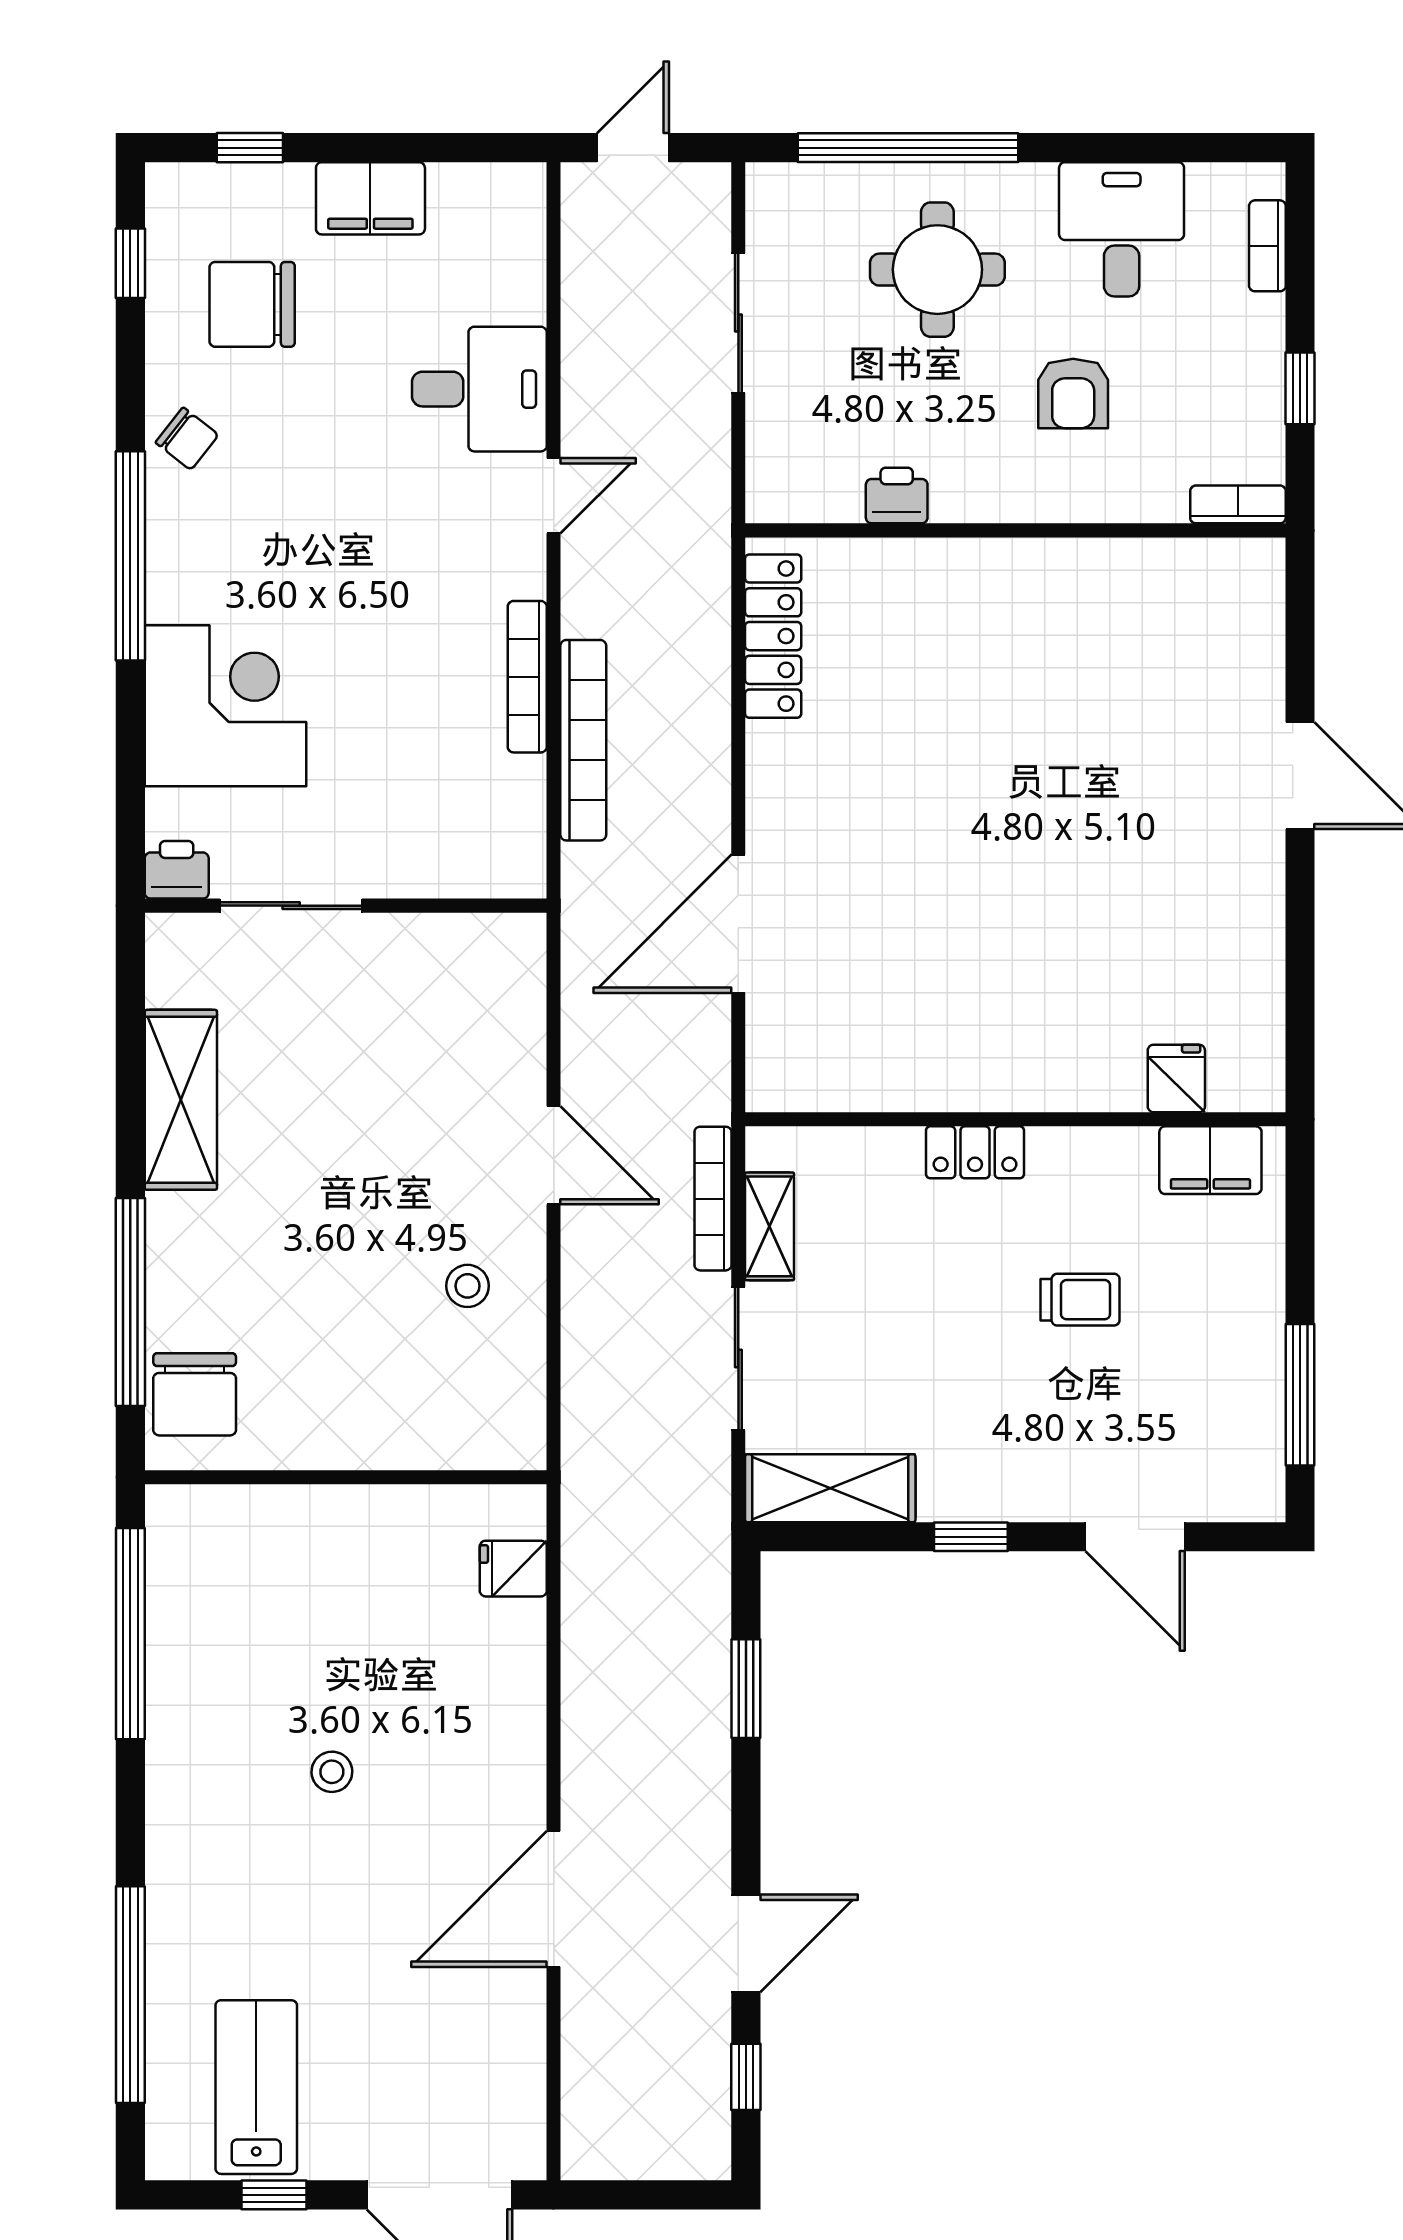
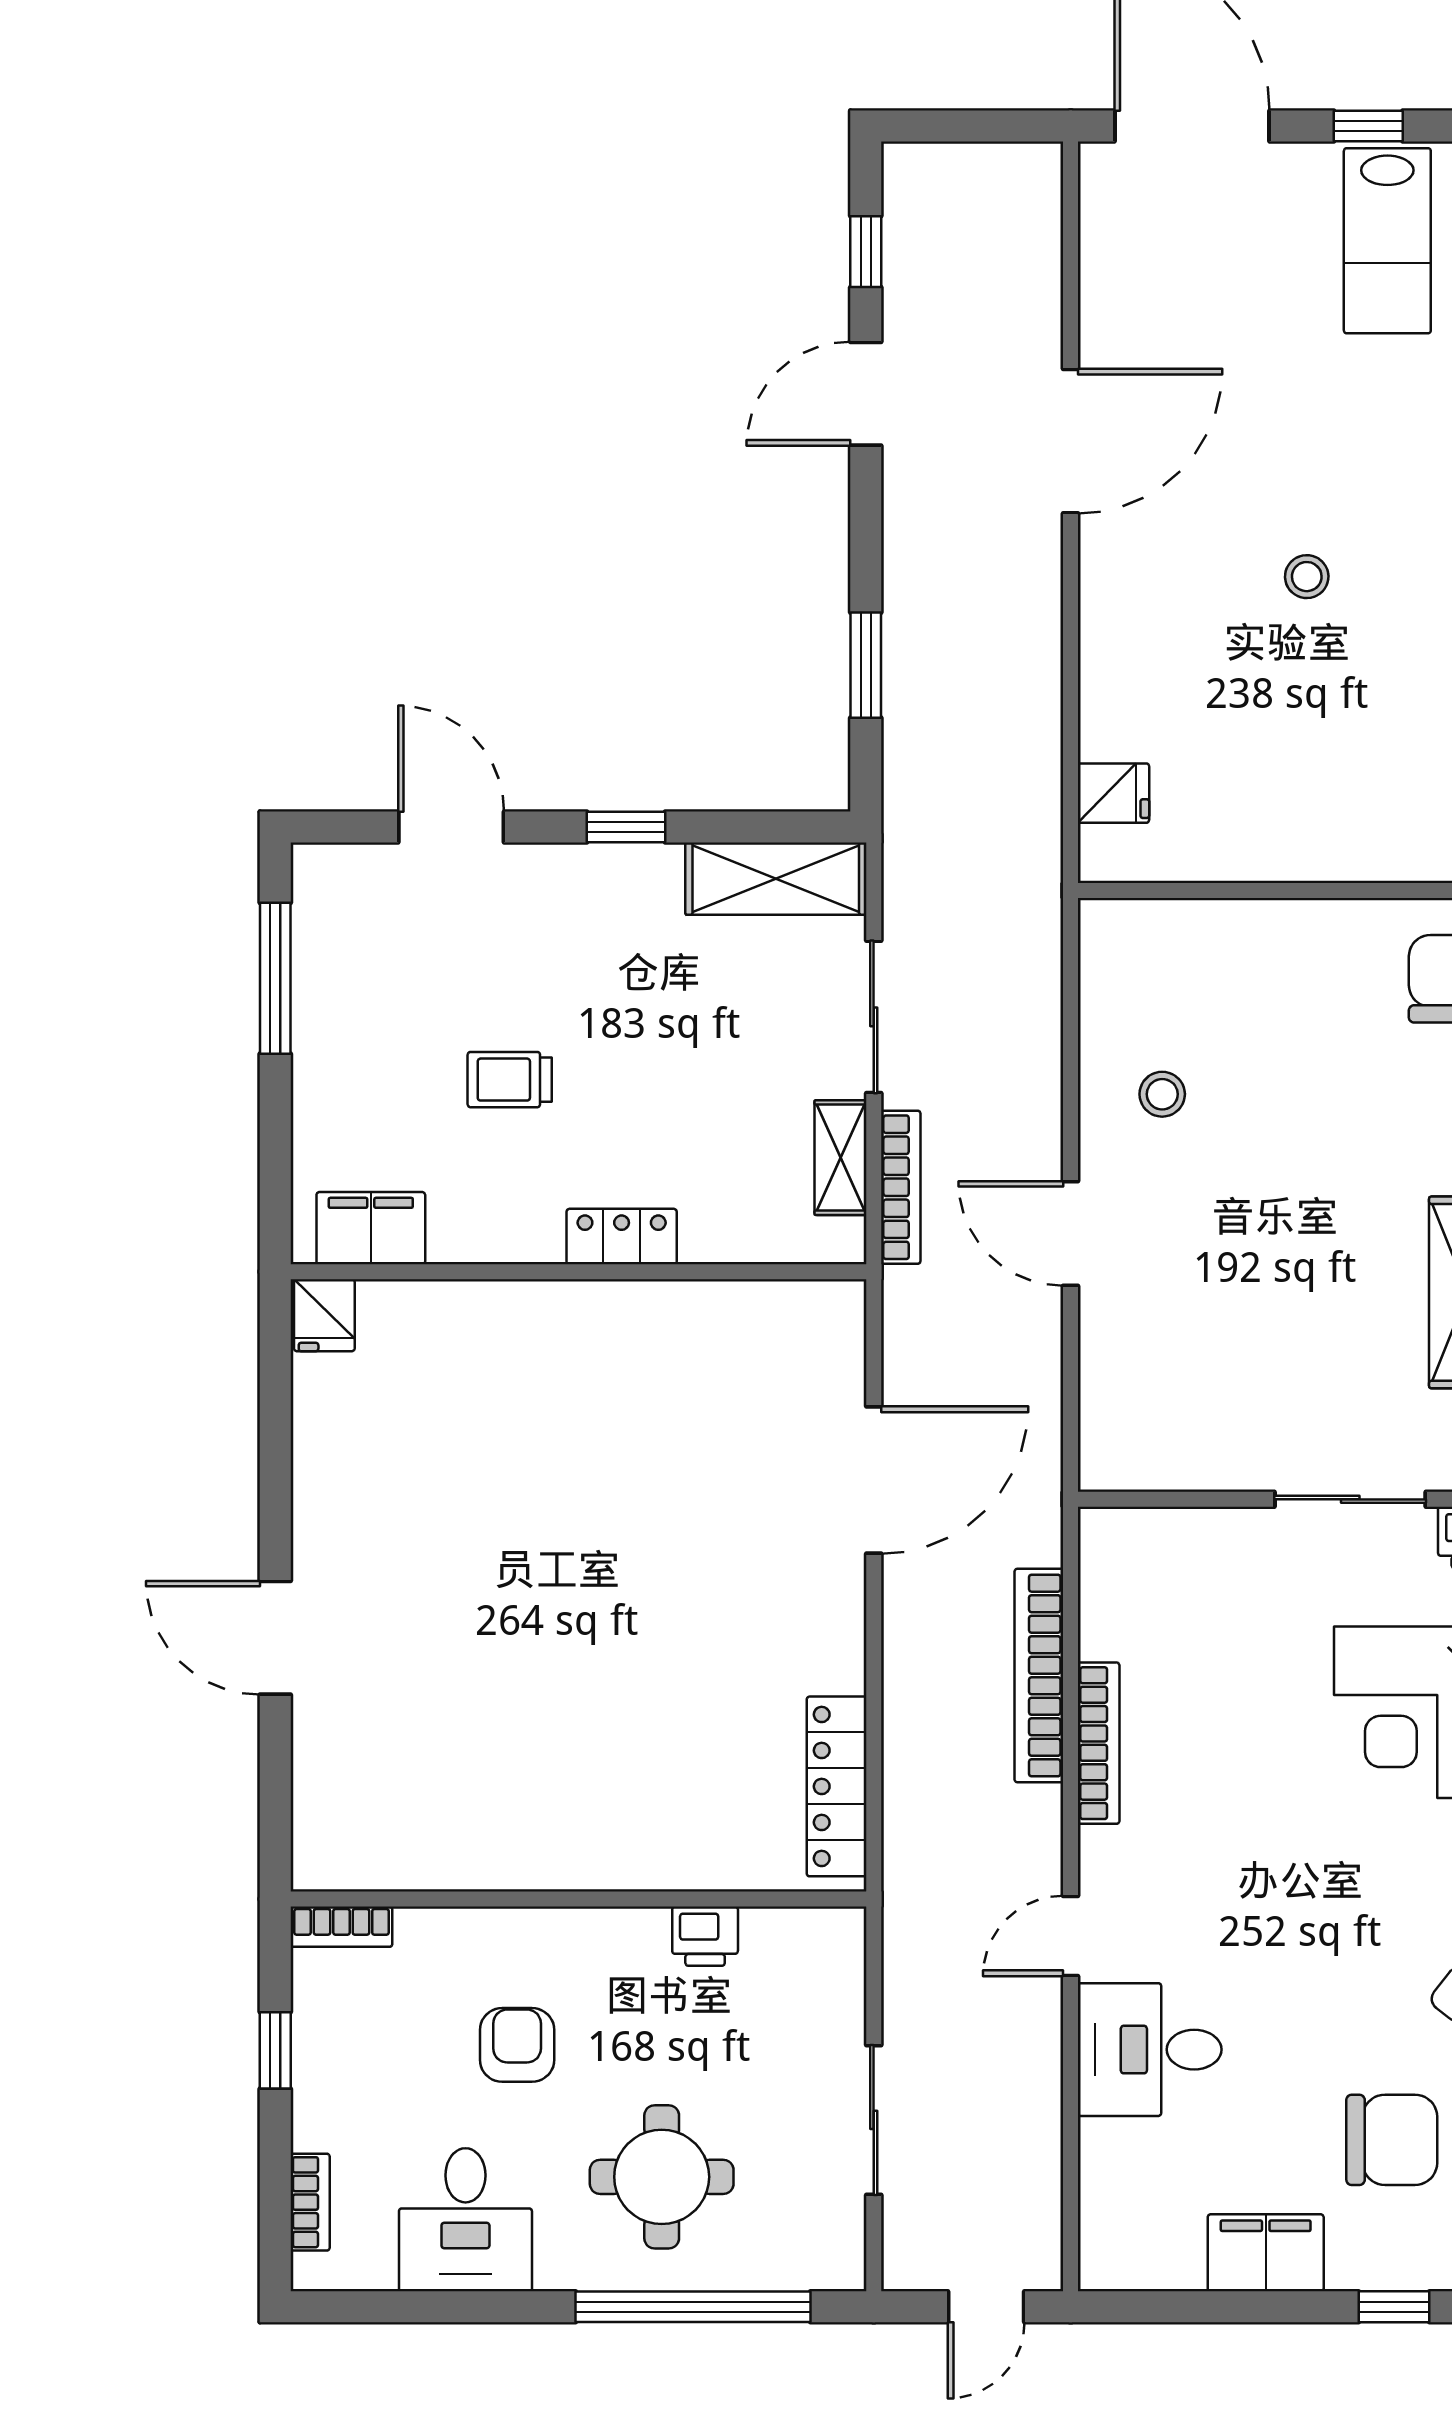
fridge: (1176, 1078) -> (324, 1315), moved

